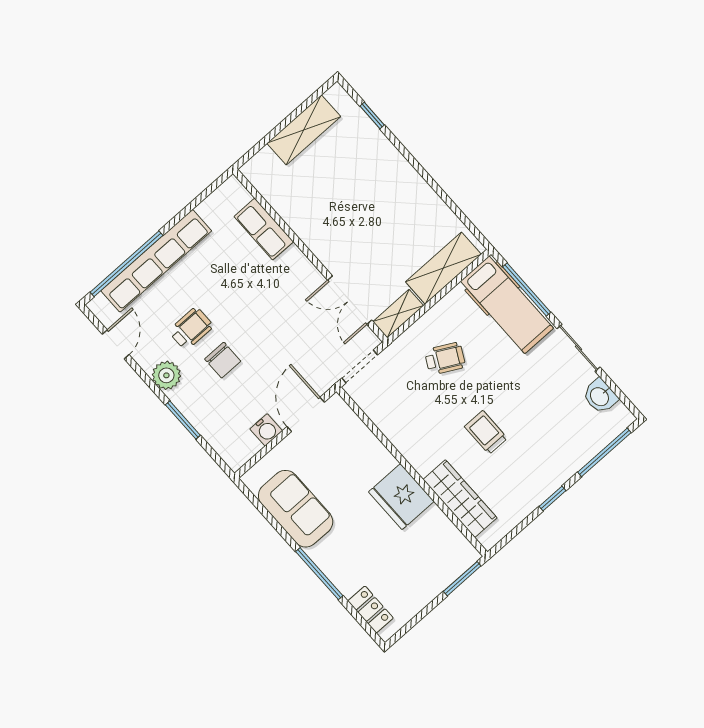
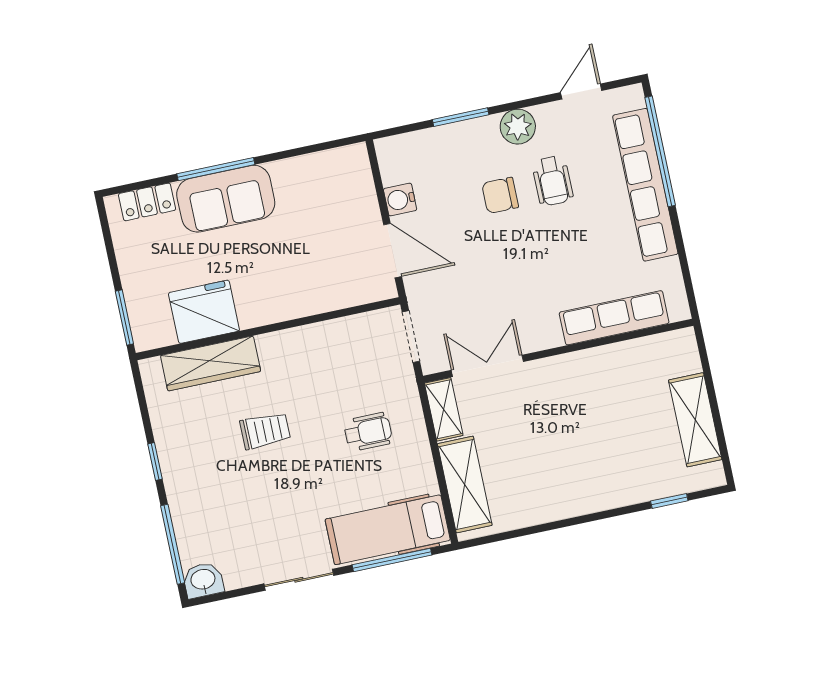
row of seats: (264, 229) -> (614, 318), width x1.48
door: (116, 344) -> (581, 91), swing flipped
wheelchair: (445, 359) -> (368, 432), turned -118
washbasin: (600, 396) -> (203, 580), moved
fridge: (401, 497) -> (204, 312), moved
sofa: (296, 509) -> (226, 199), moved

